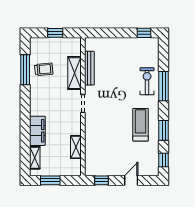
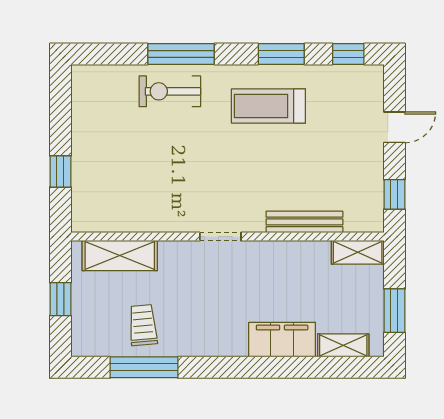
window: (144, 33) -> (60, 171), moved
bench: (89, 68) -> (304, 222), moved
shelving: (75, 73) -> (120, 255), moved
shelving: (76, 147) -> (358, 252), moved
door: (131, 180) -> (394, 127), swing flipped

